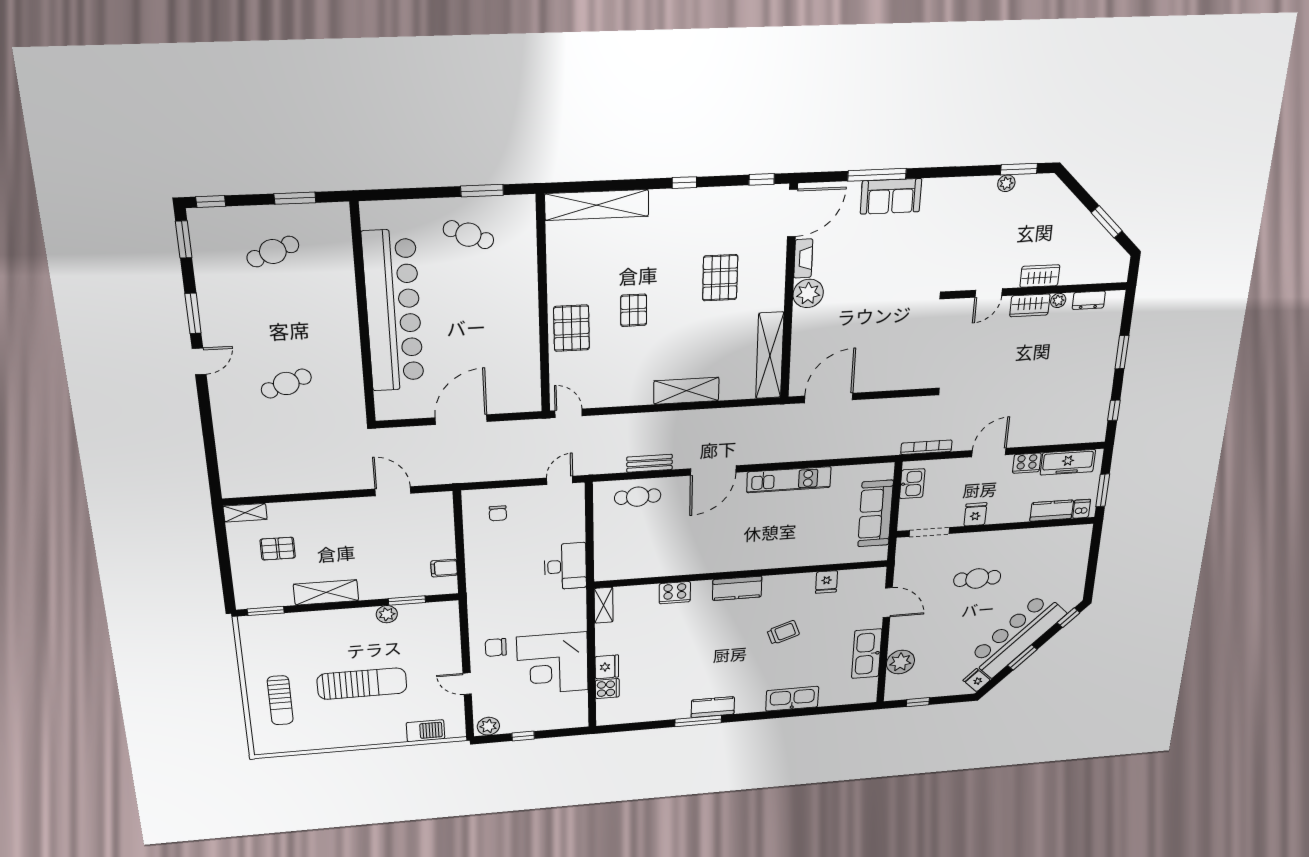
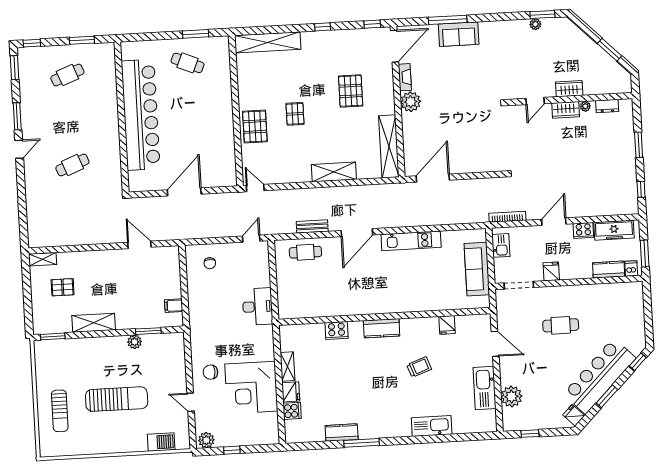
shelving: (604, 605) -> (288, 367), moved
kitchen counter: (713, 707) -> (342, 433), moved

